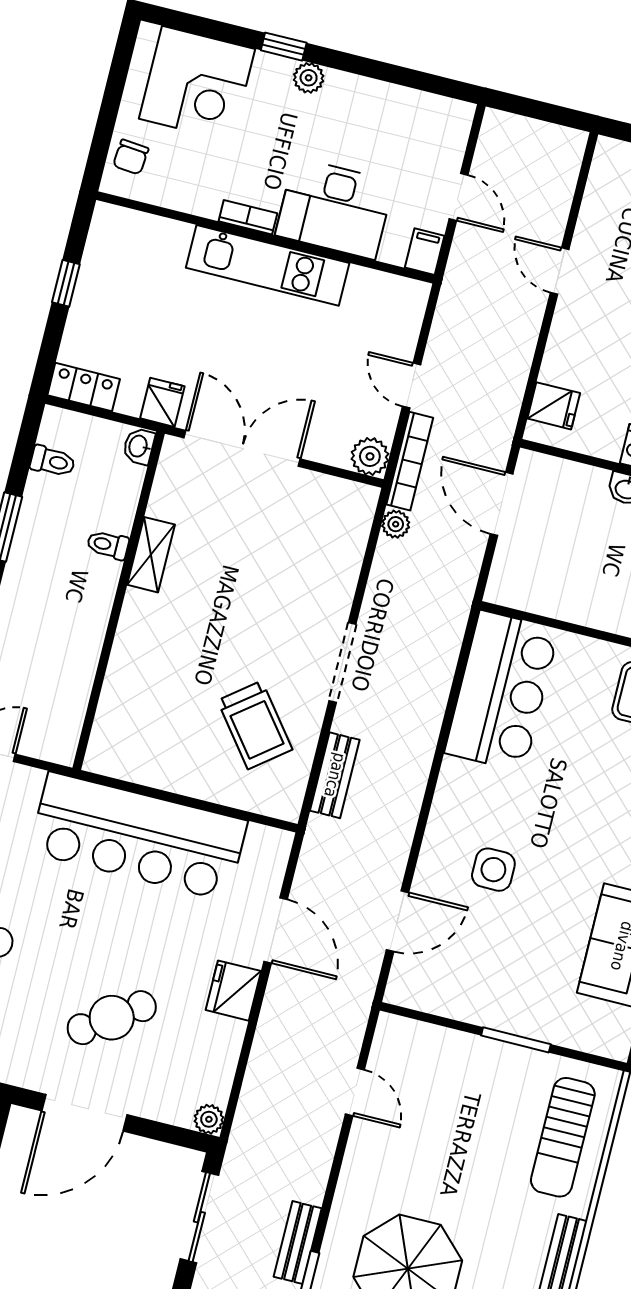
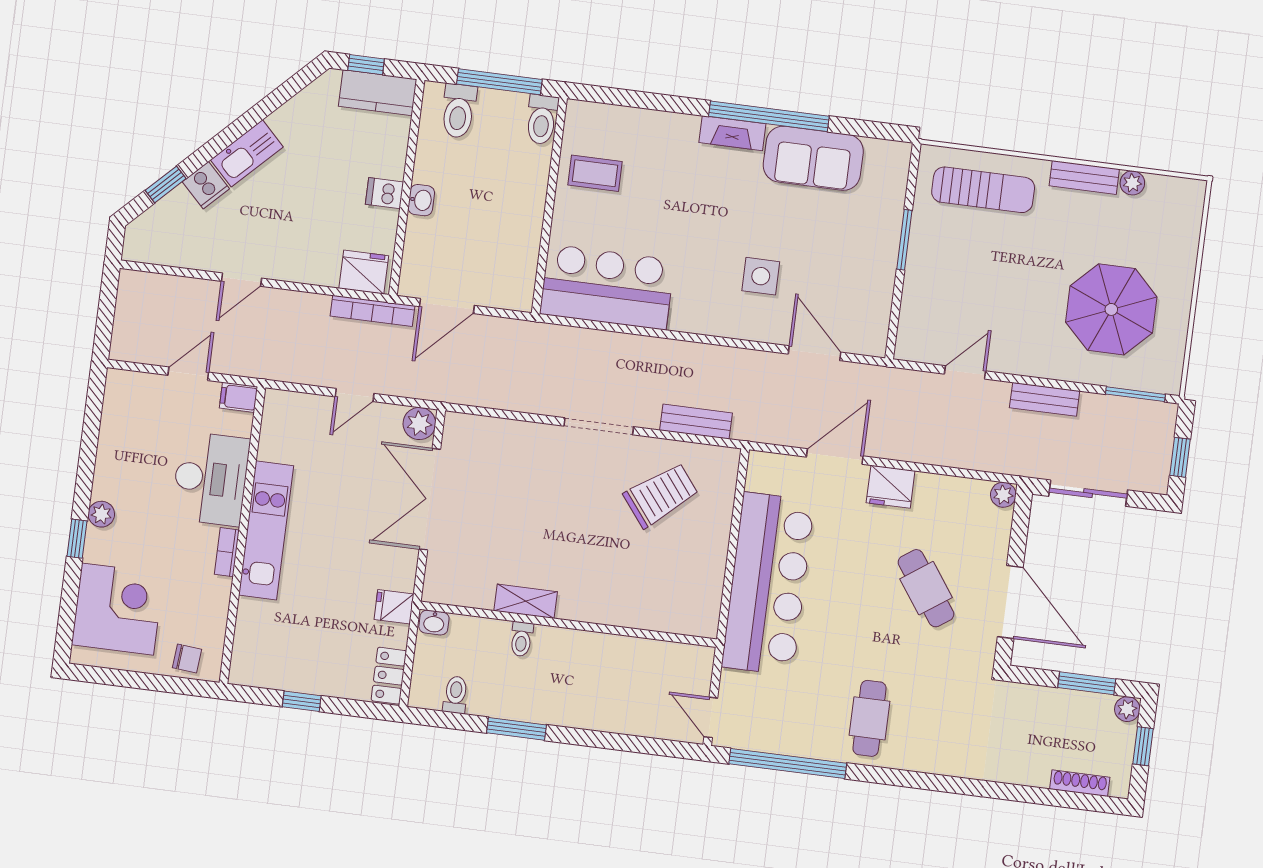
fridge: (554, 406) -> (364, 272), width x1.38
double door: (242, 448) -> (430, 499), moved
bookcase: (410, 461) -> (372, 311), moved, turned 180
plant: (396, 524) -> (475, 395), removed
bench: (298, 1243) -> (1045, 399), moved

